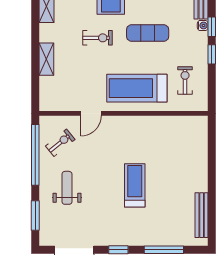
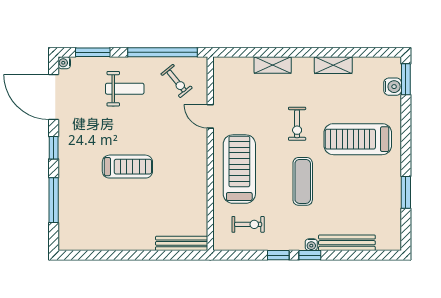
bench: (202, 215) -> (182, 243), moved
water cooler: (44, 240) -> (64, 63), added

